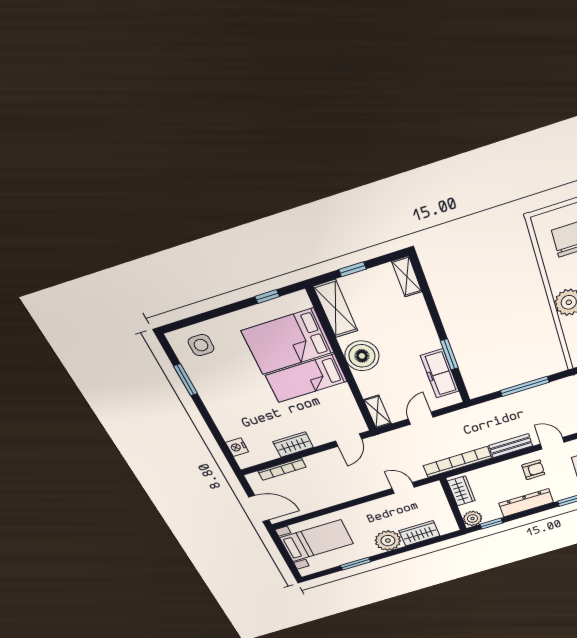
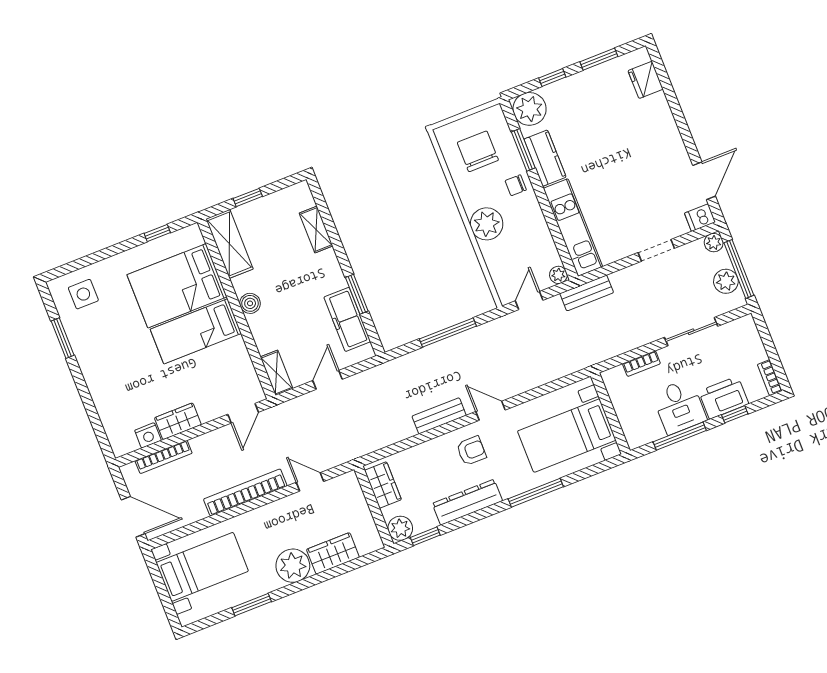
shelving: (407, 277) -> (316, 230), moved
boiler: (362, 356) -> (250, 303), width x0.54, depth x0.54
nightstand: (237, 447) -> (148, 435), moved, turned -90
bookcase: (458, 462) -> (245, 492), moved

